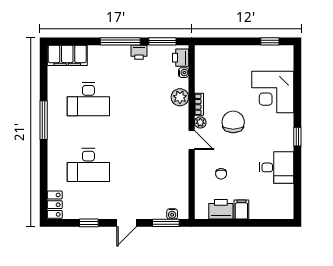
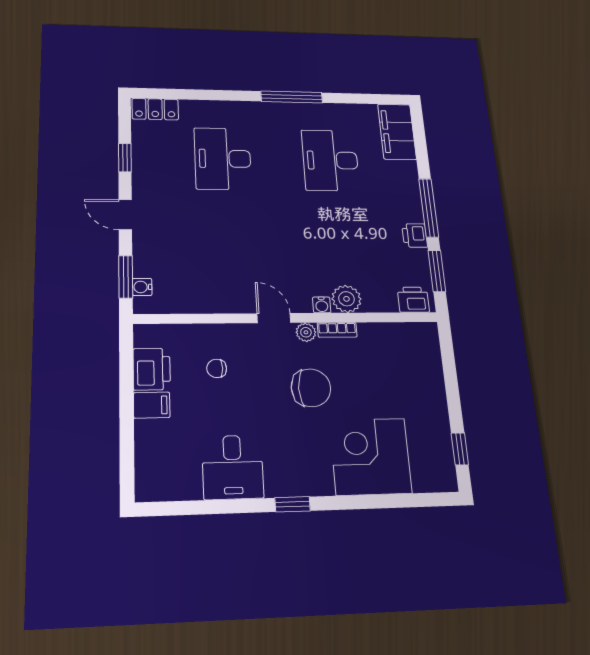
water cooler: (184, 73) -> (322, 305), moved
door: (192, 140) -> (274, 318), swing flipped

